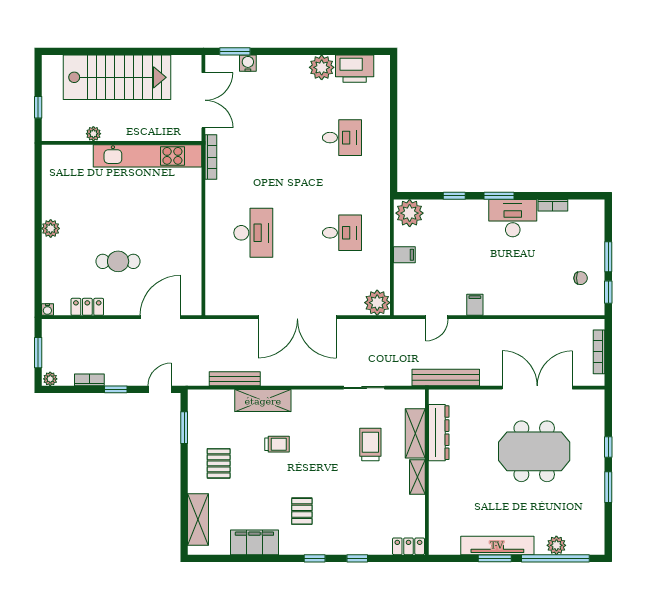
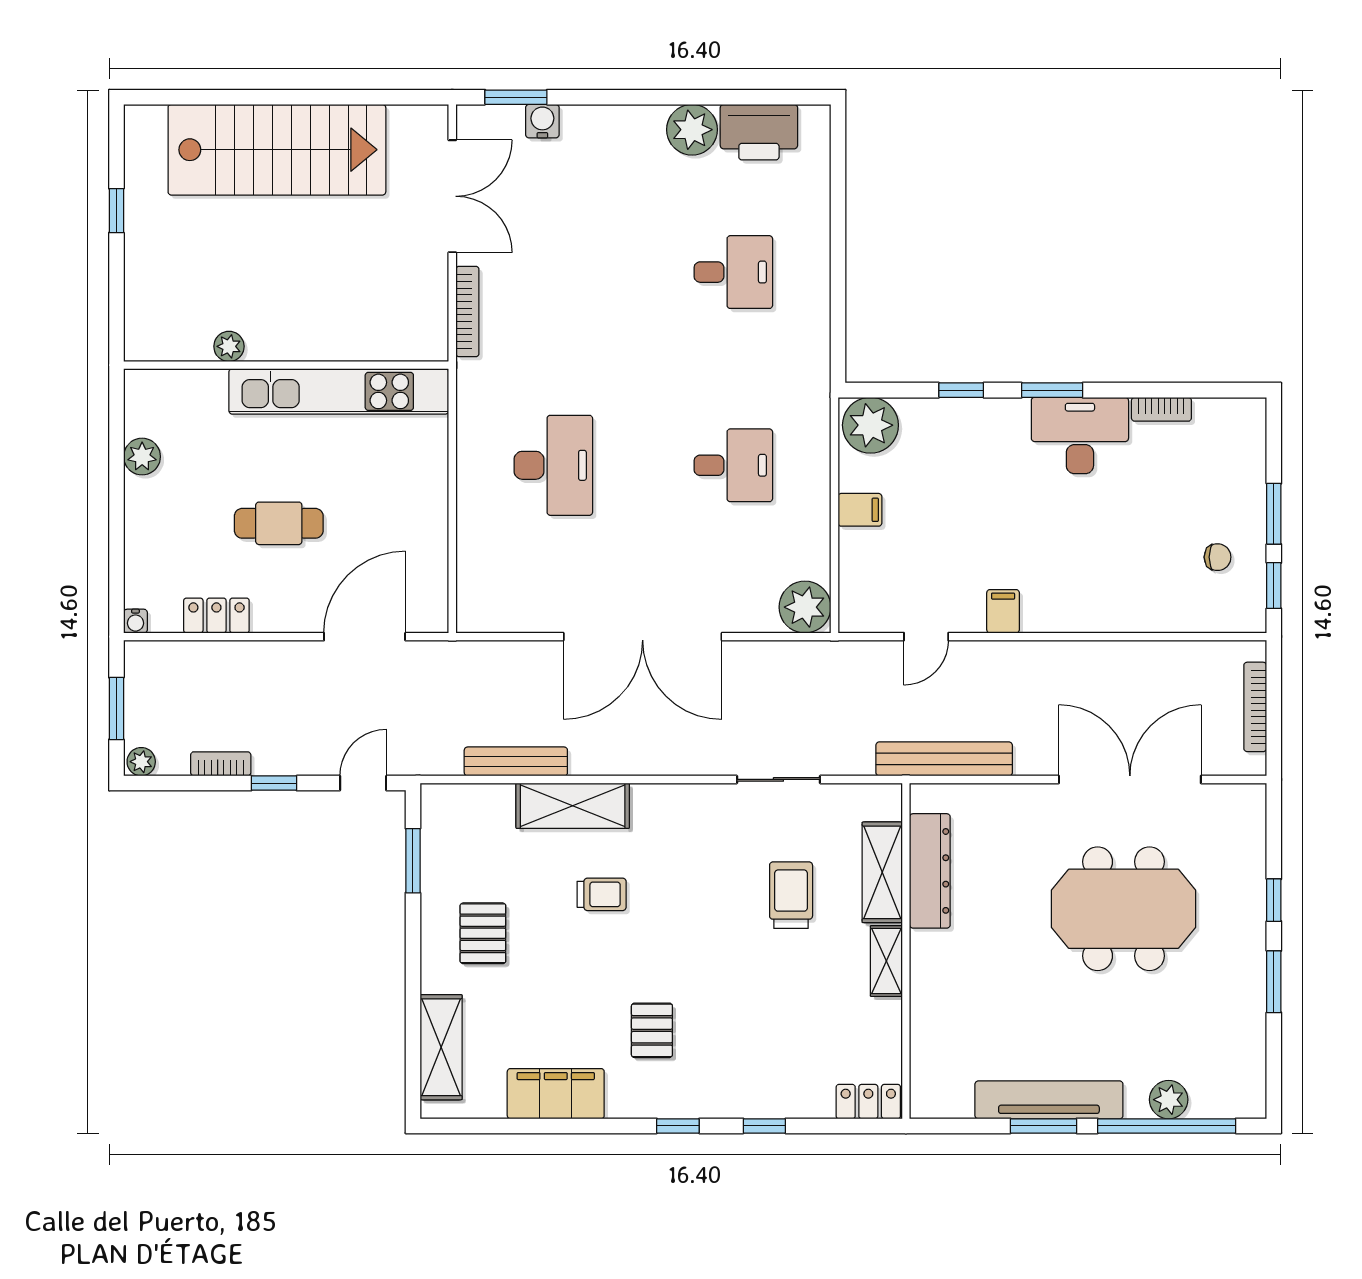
plant: (93, 134) -> (229, 346), moved
wall: (122, 143) -> (286, 365), moved
kitchen unit: (148, 156) -> (339, 391), moved

